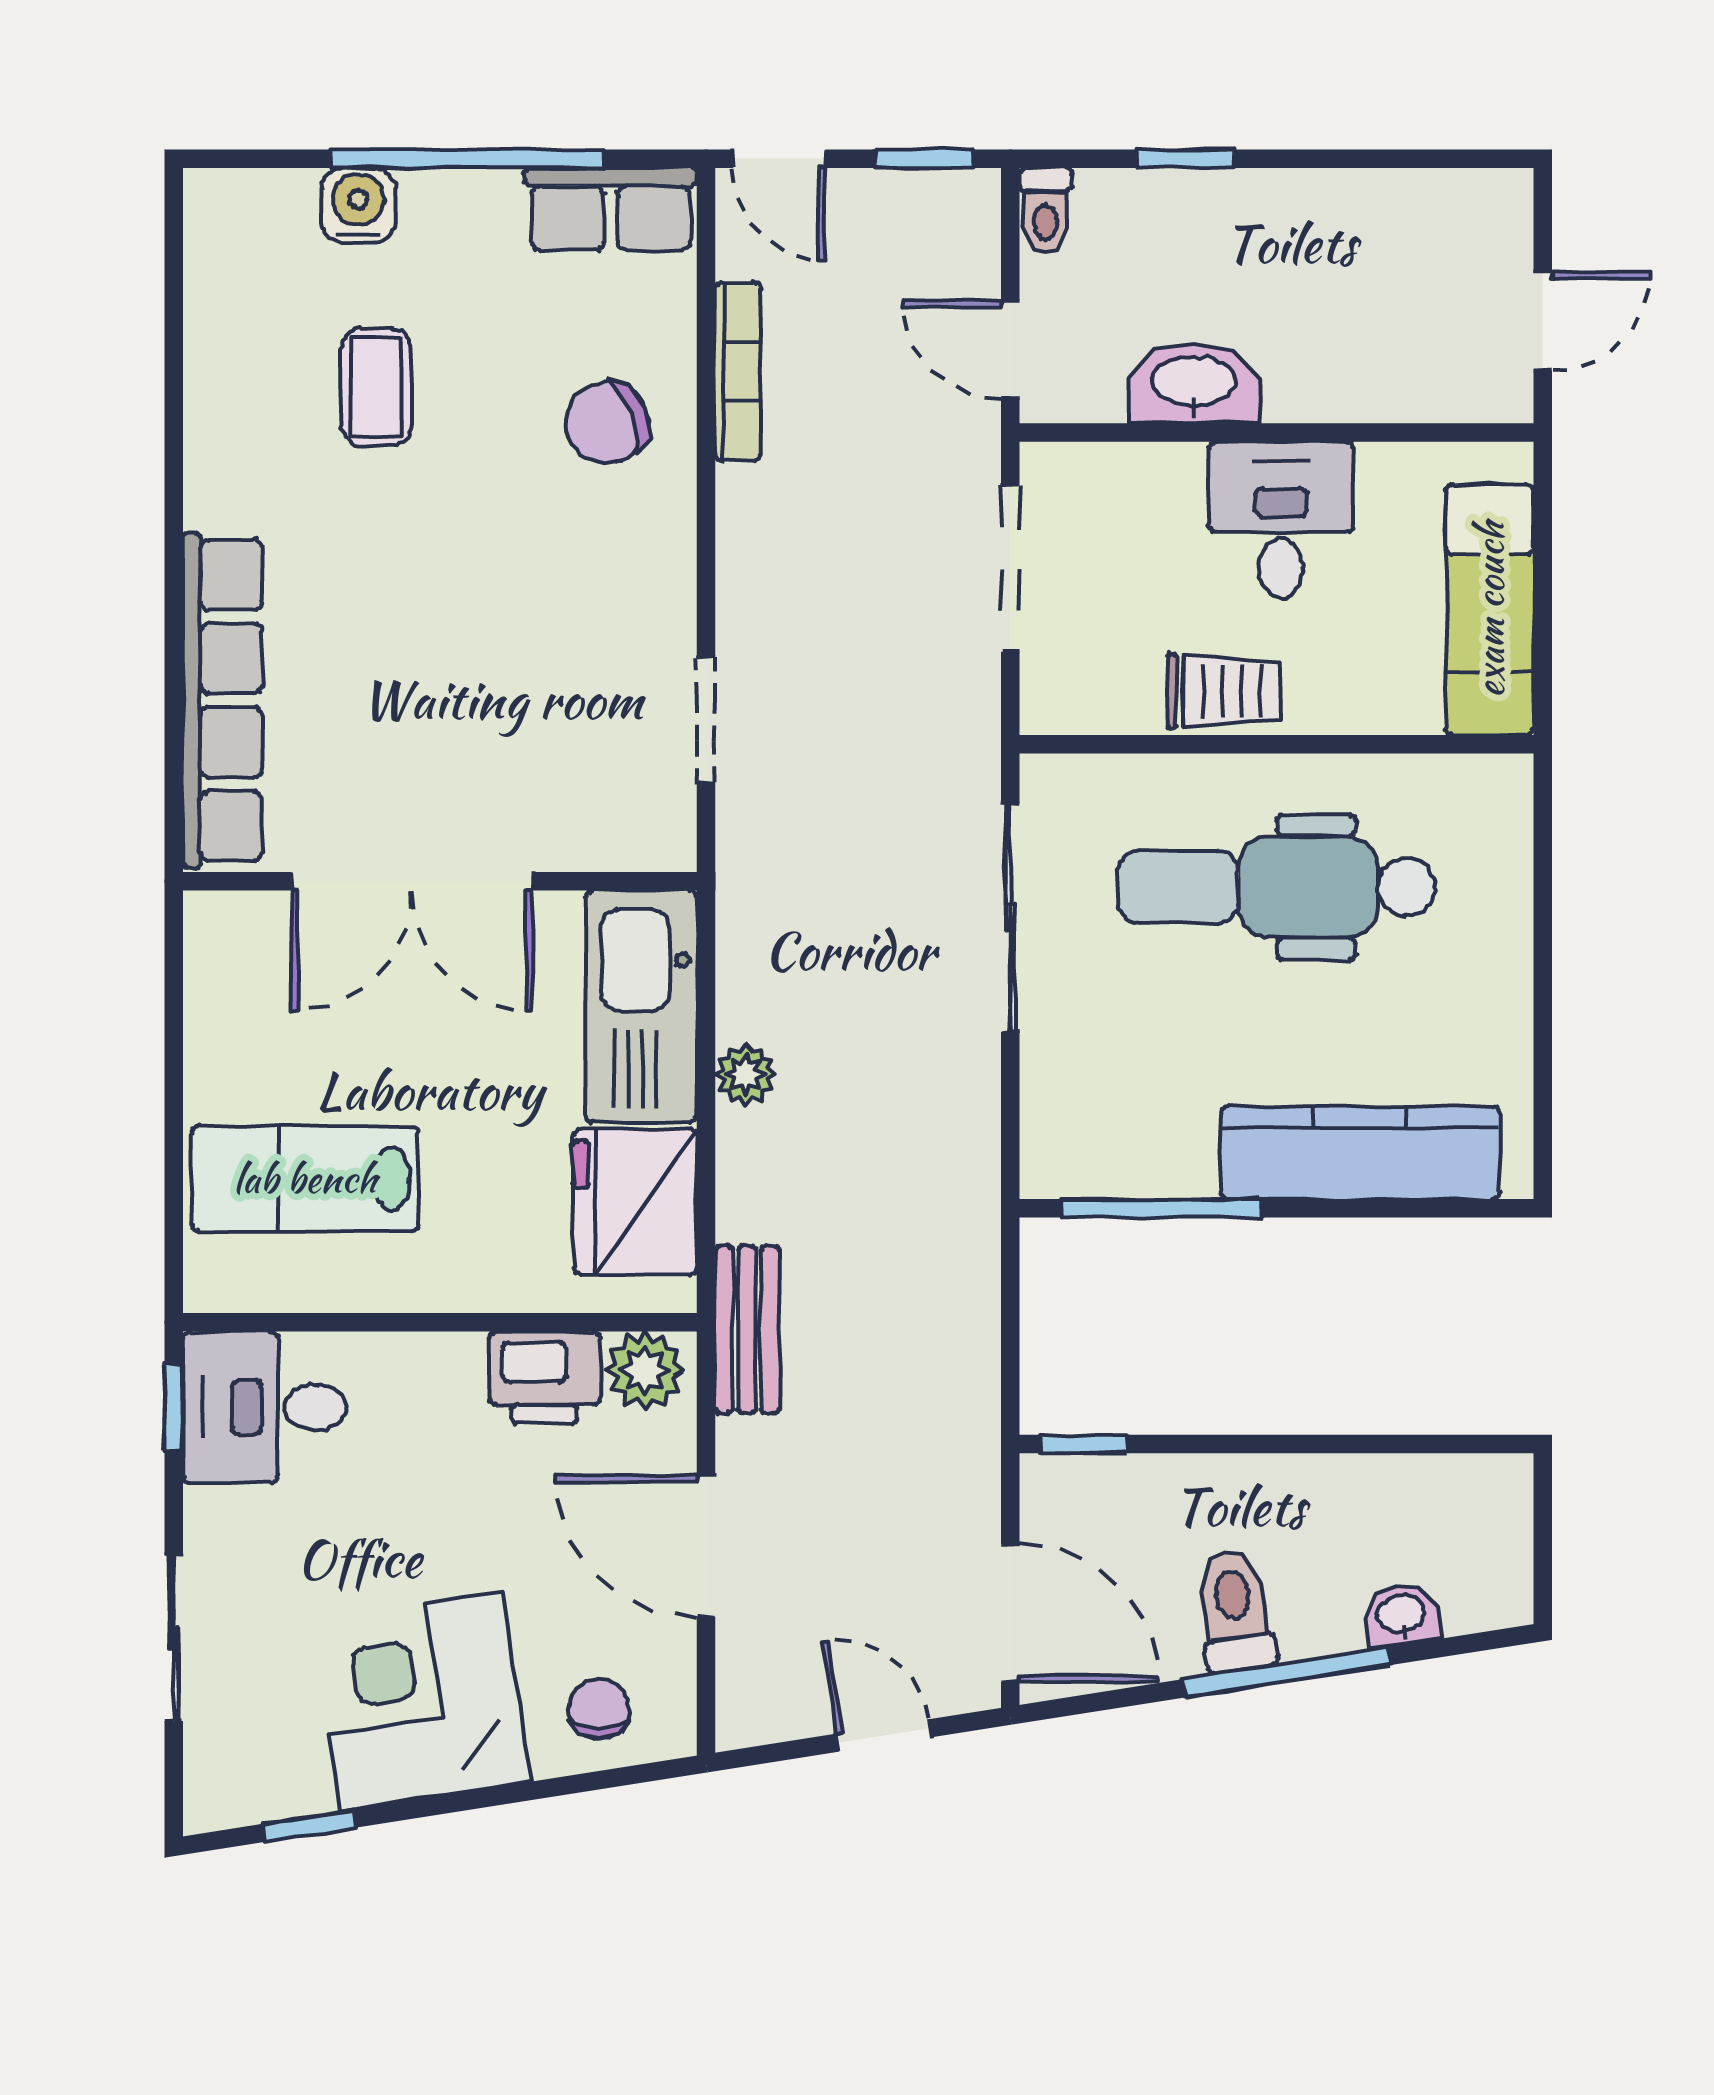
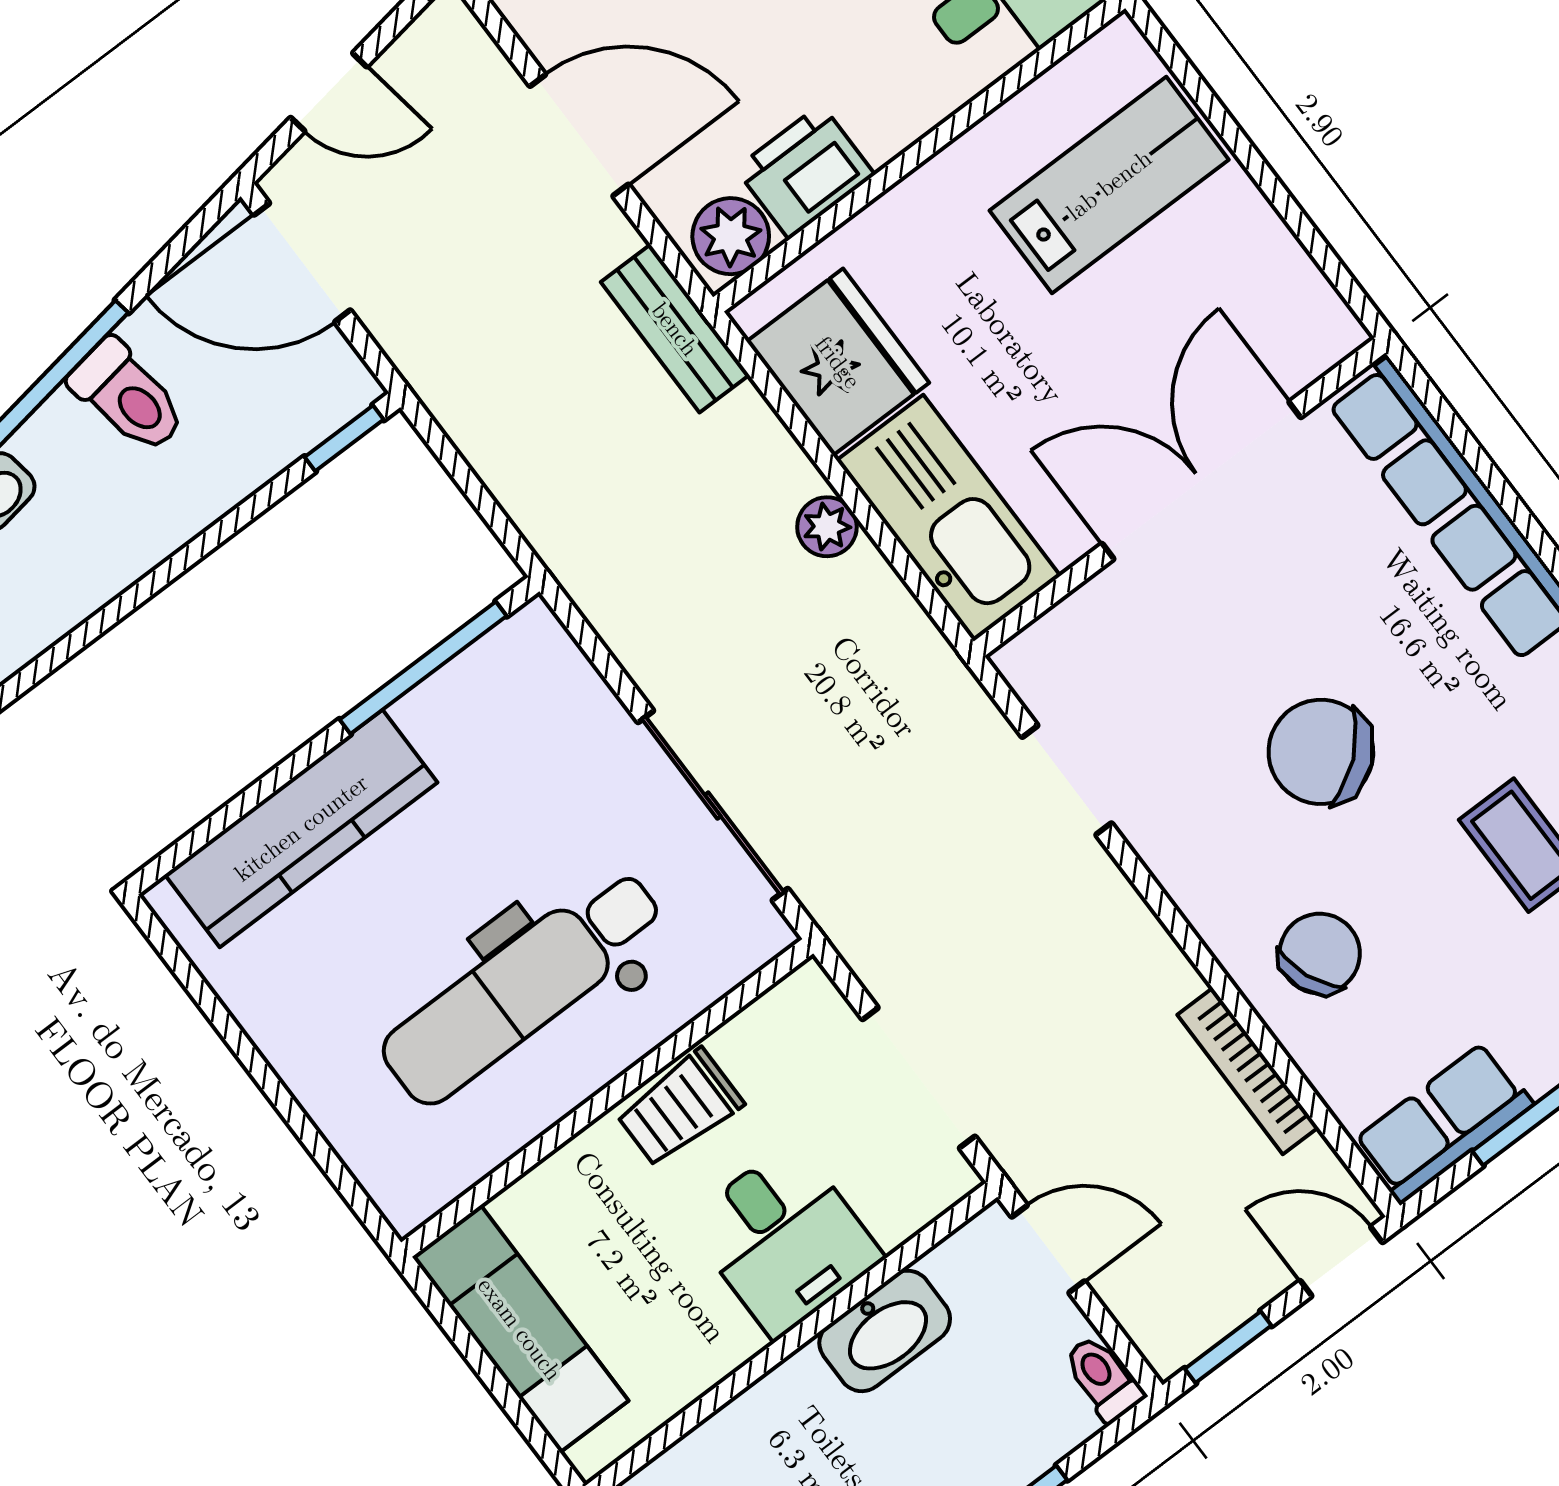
desk: (1281, 520) -> (784, 1240), moved
chair: (482, 586) -> (1321, 752), added
dental chair: (1277, 887) -> (523, 987), turned 180

